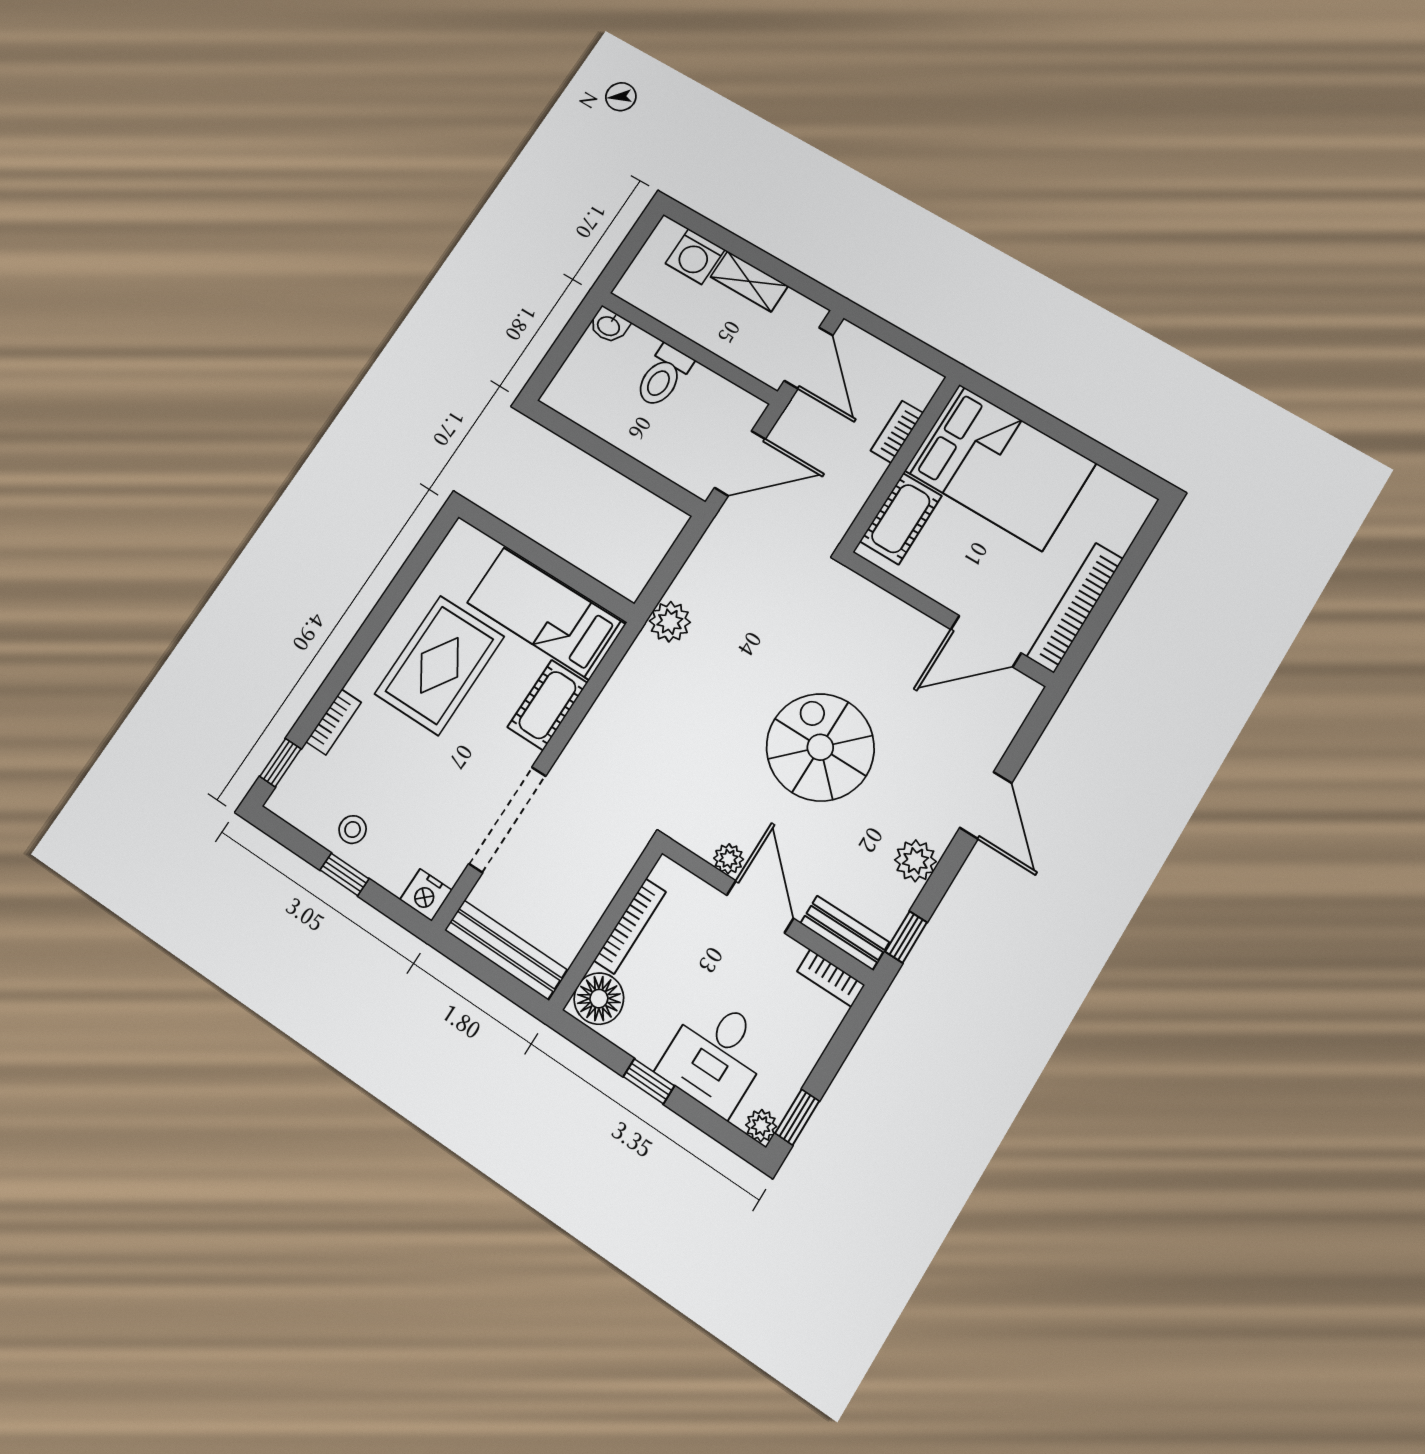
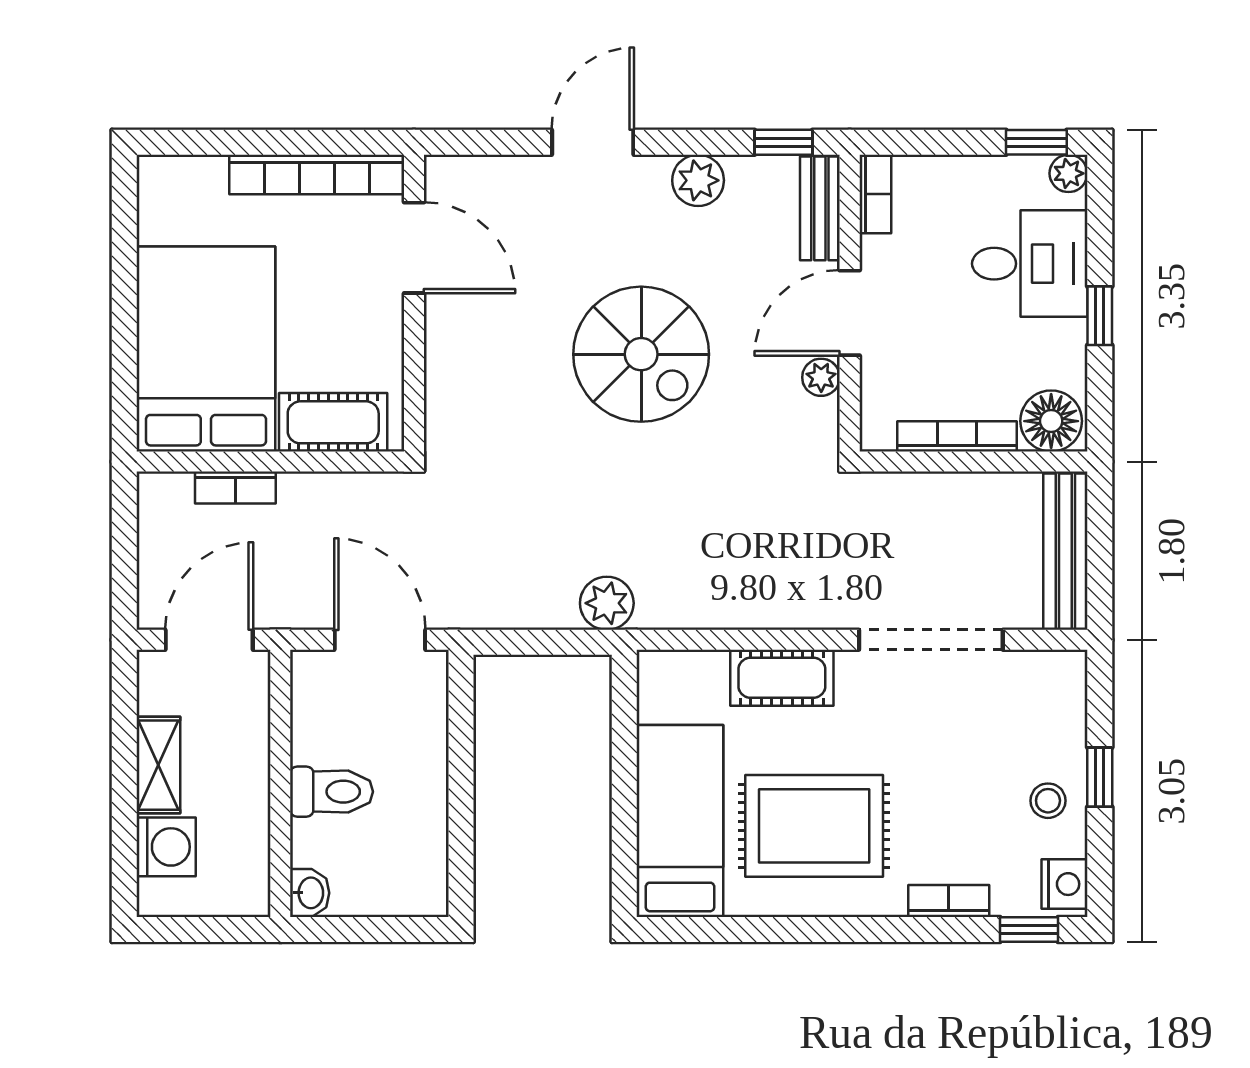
bed: (546, 613) -> (680, 821), moved, turned 180
spiral stairs: (820, 747) -> (641, 354), turned -90
nightstand: (426, 895) -> (1064, 884), moved

